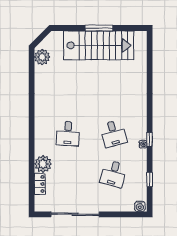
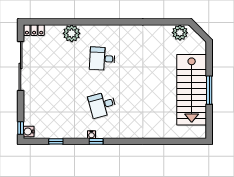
desk: (113, 174) -> (62, 105), removed
locker: (40, 184) -> (34, 30), moved
window: (136, 214) -> (21, 128), added

